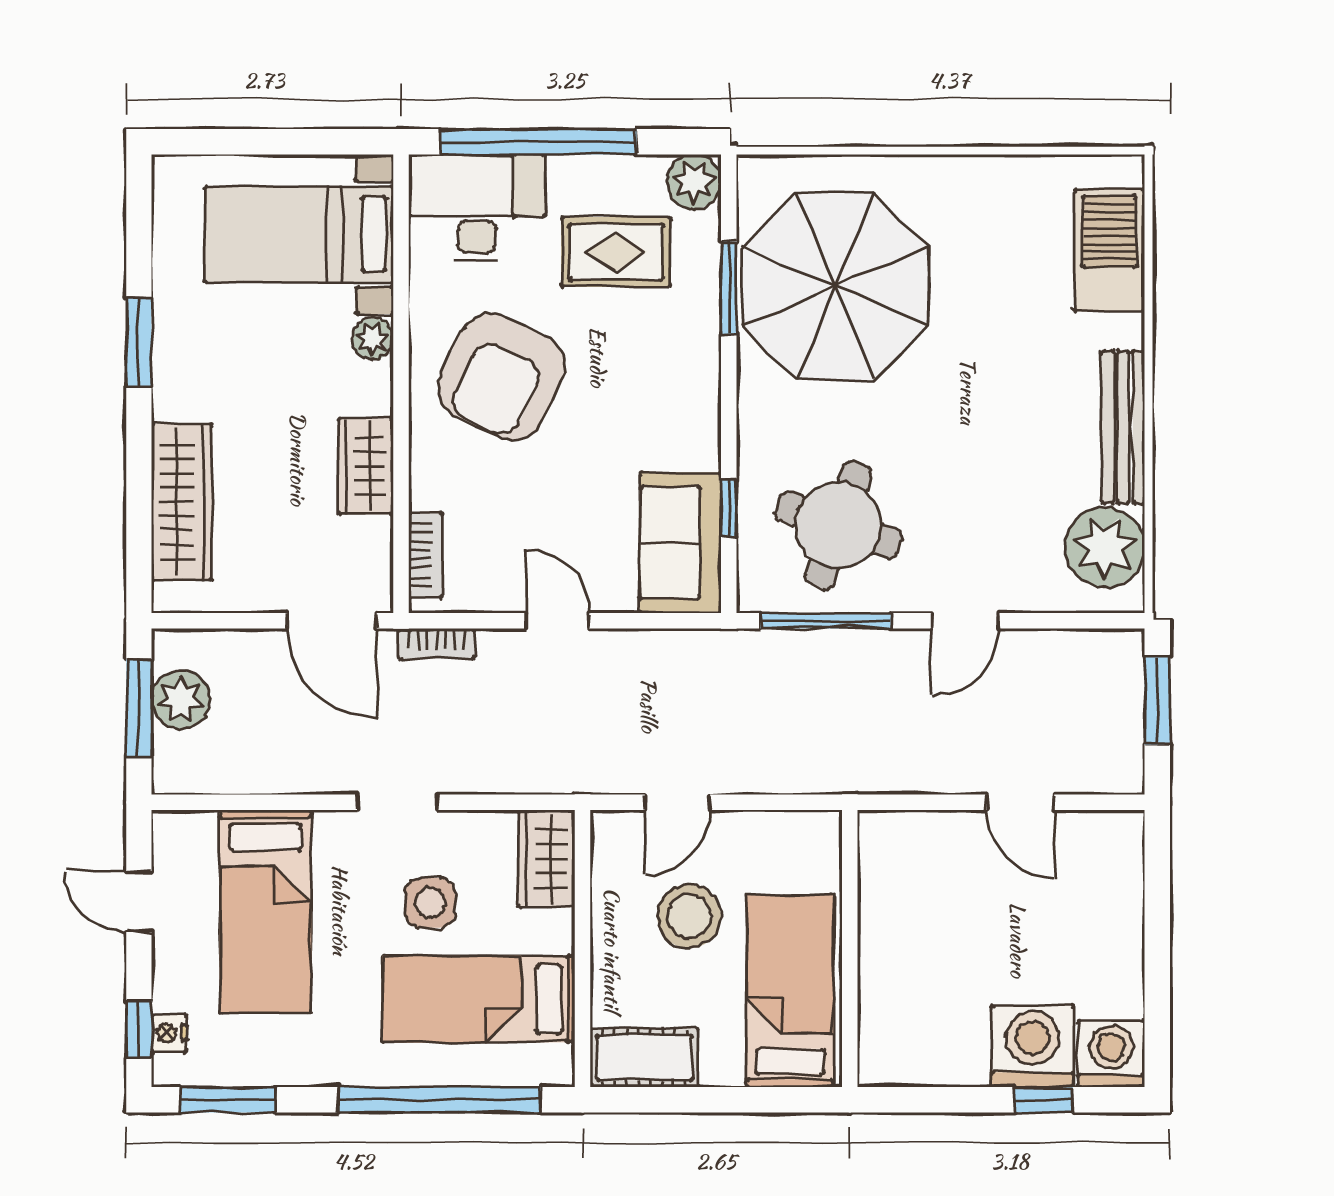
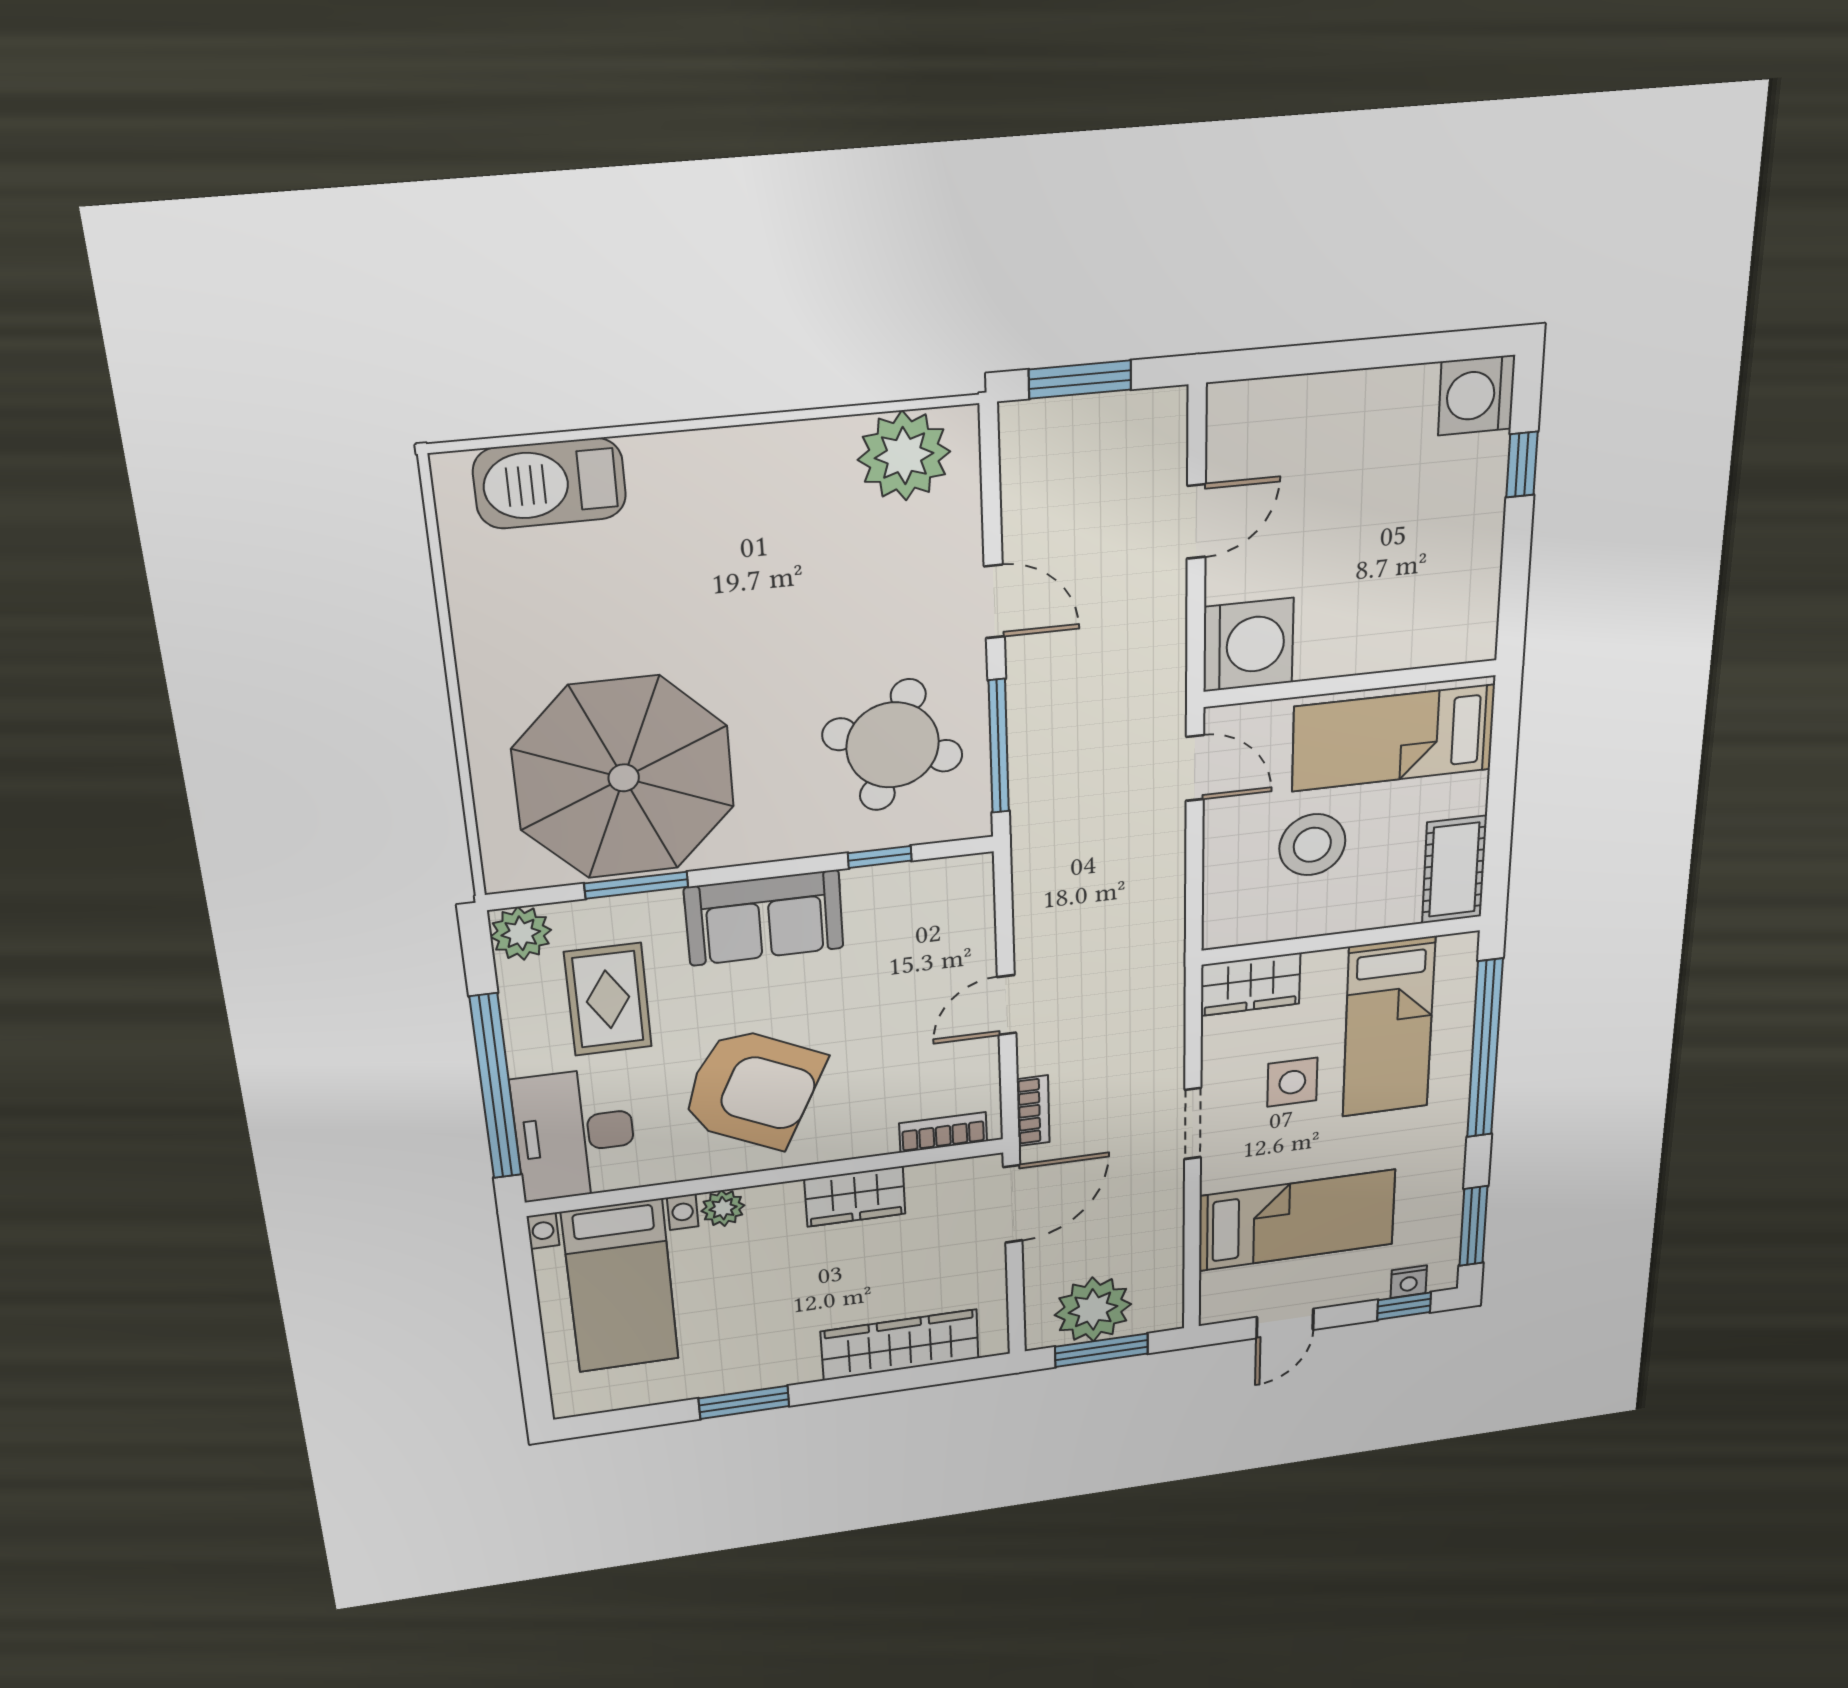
bench: (1123, 427) -> (761, 448), removed
sofa: (681, 543) -> (764, 918), moved
plant: (181, 700) -> (1093, 1310), width x1.36, depth x1.36
door: (677, 802) -> (1195, 768), moved
washing machine: (1033, 1046) -> (1248, 645), moved, turned 180

